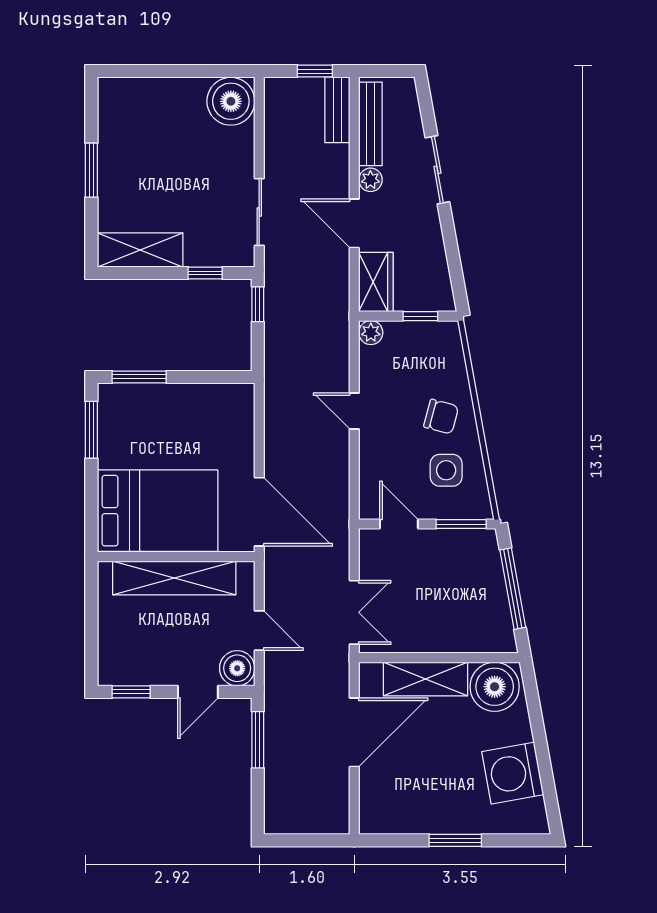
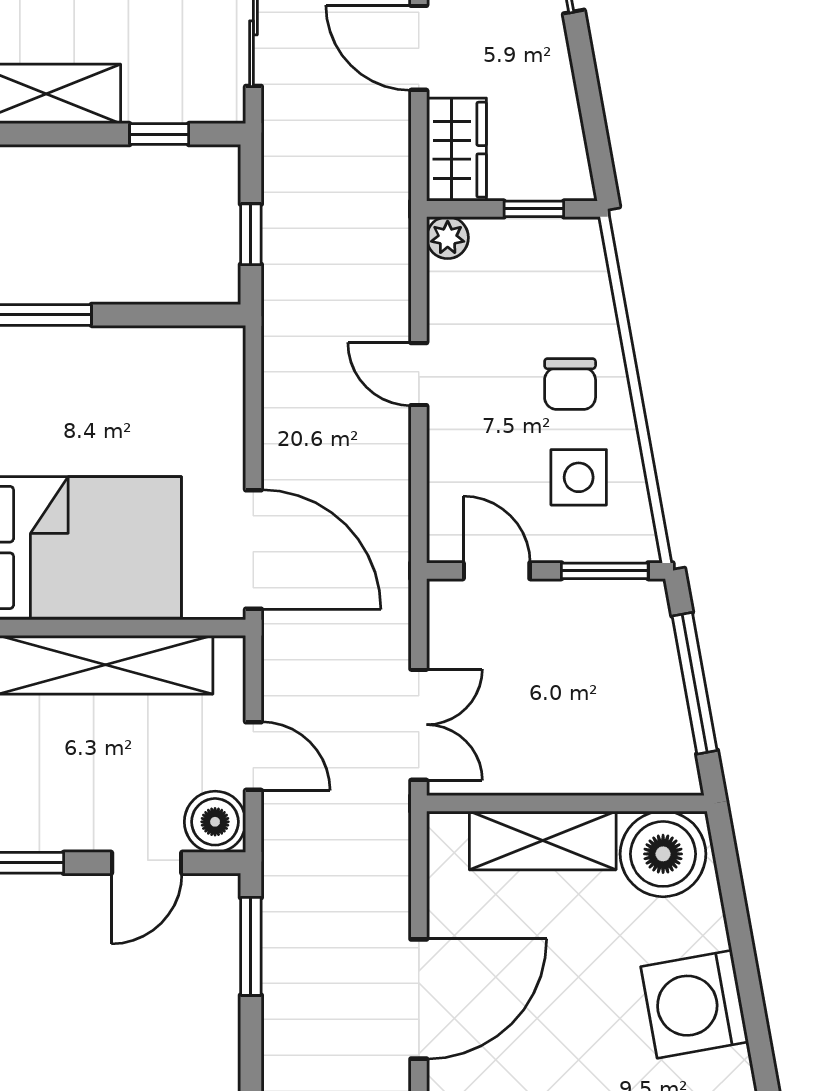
window: (258, 304) -> (251, 234), moved
chair: (441, 417) -> (570, 384), turned 75
door: (354, 732) -> (419, 999), moved

